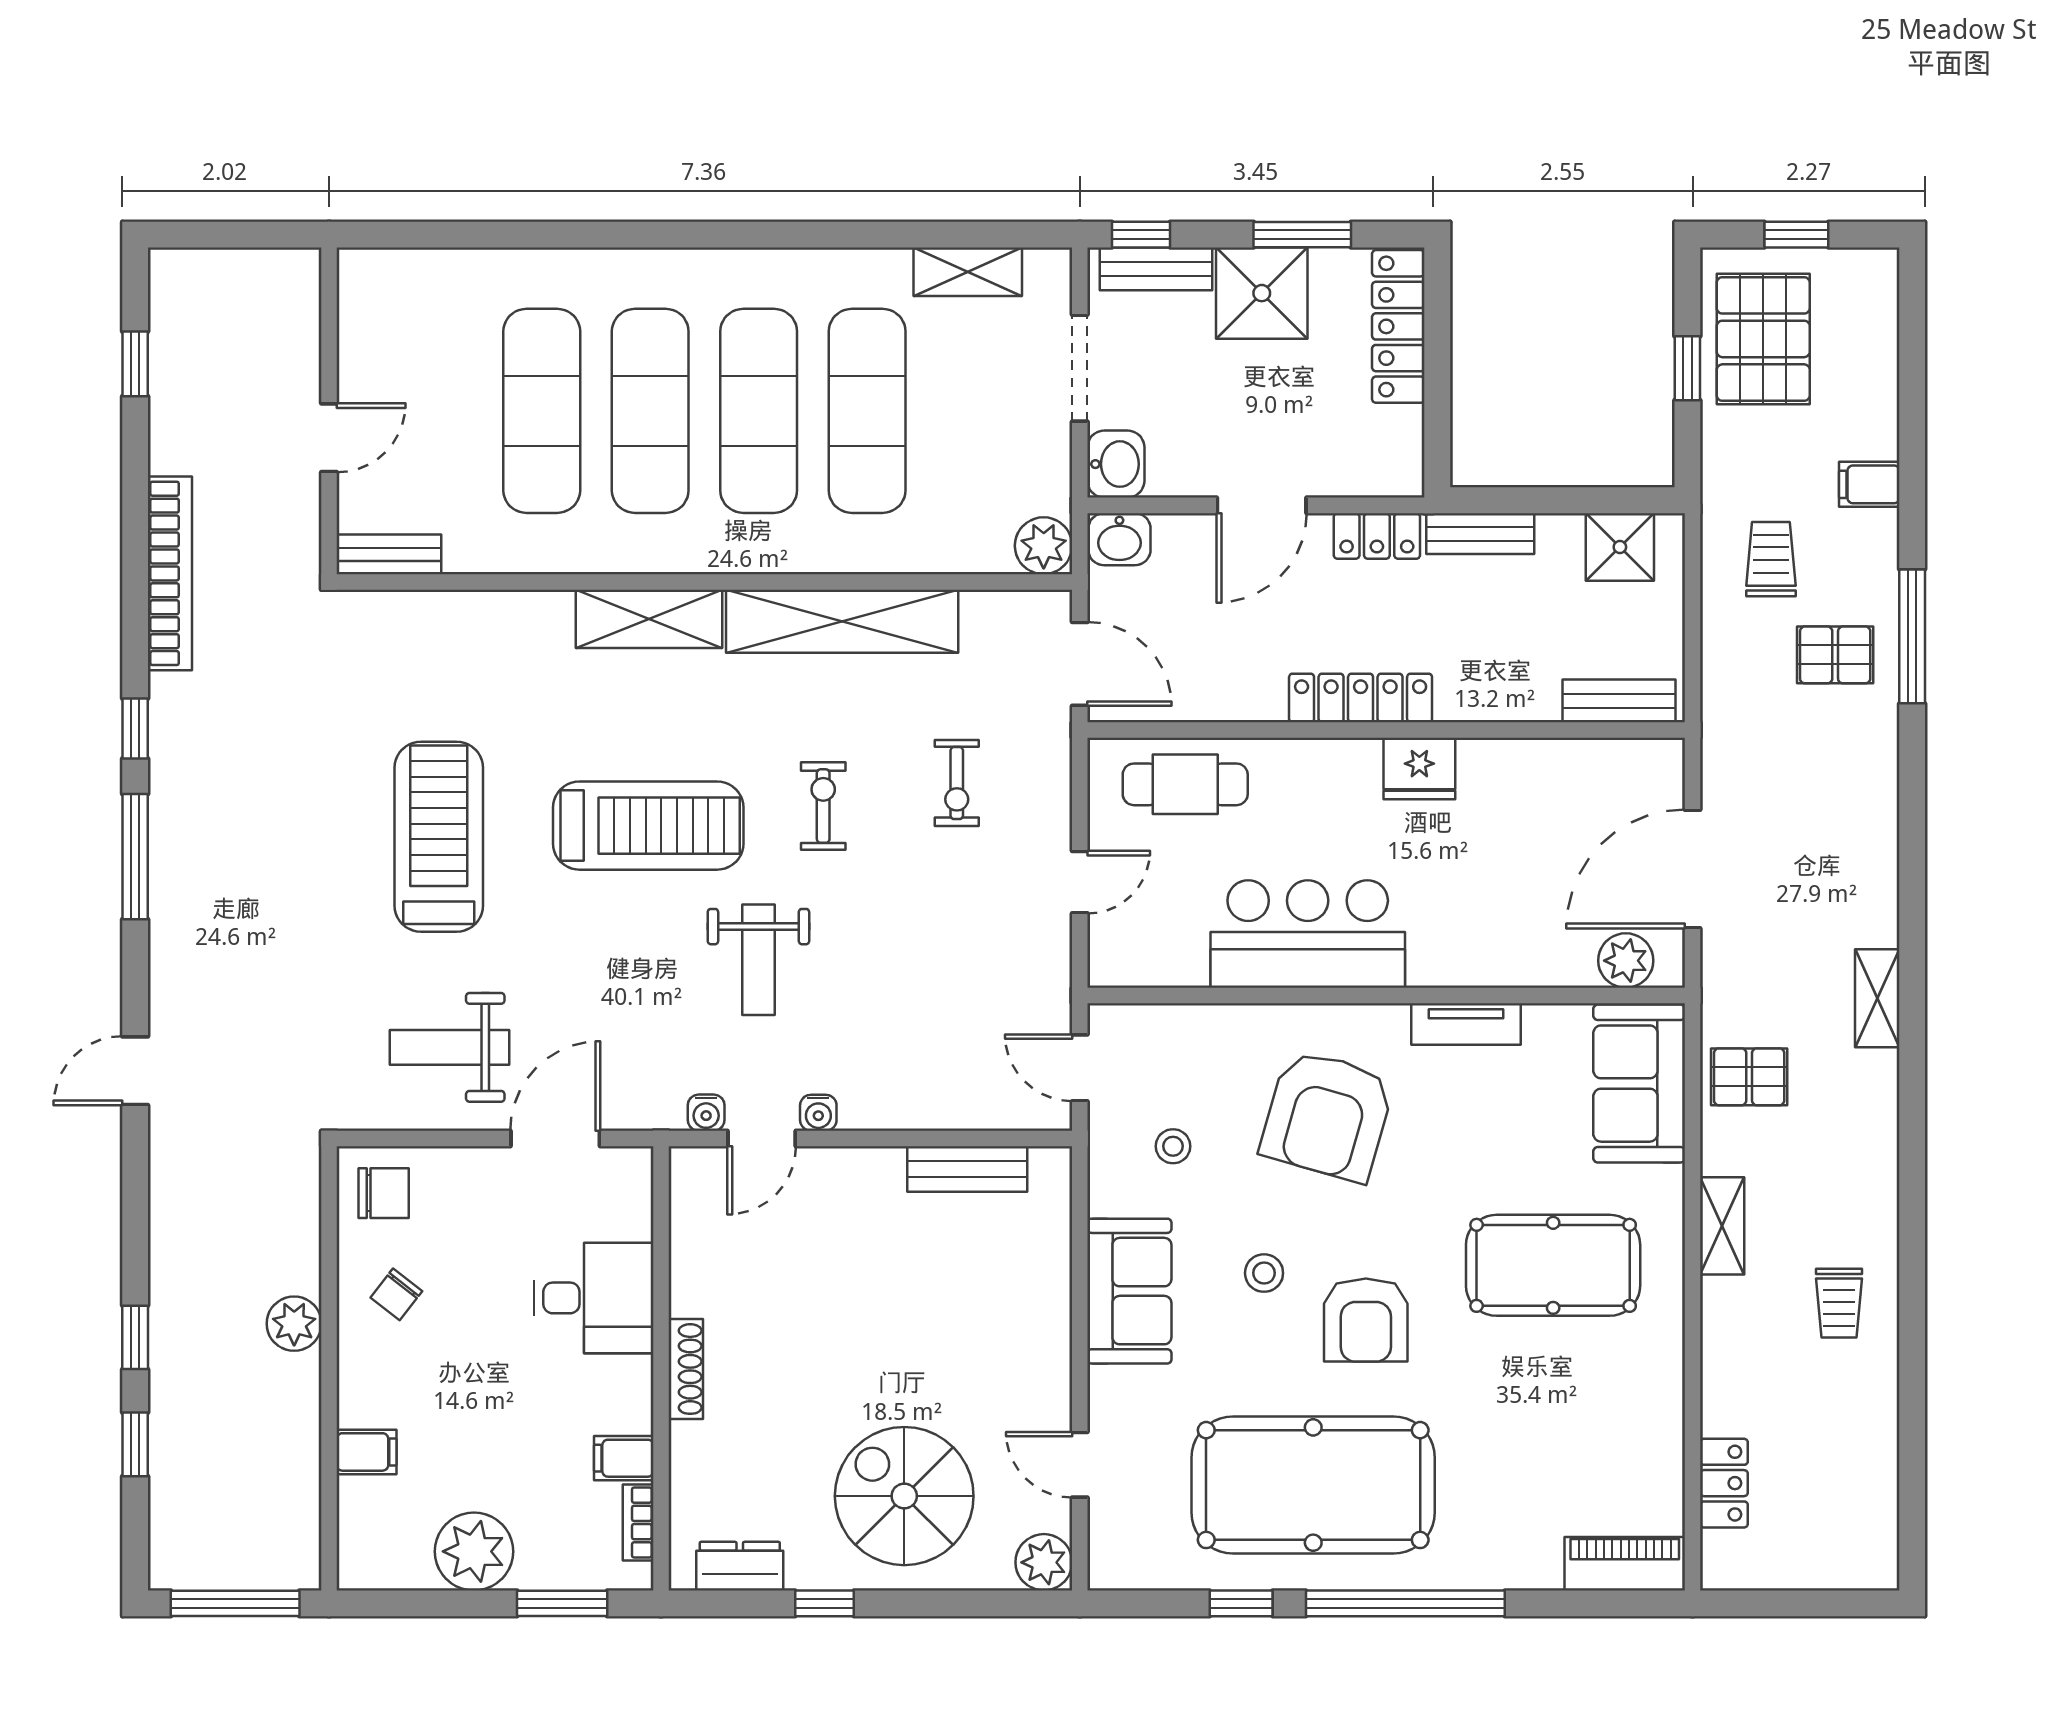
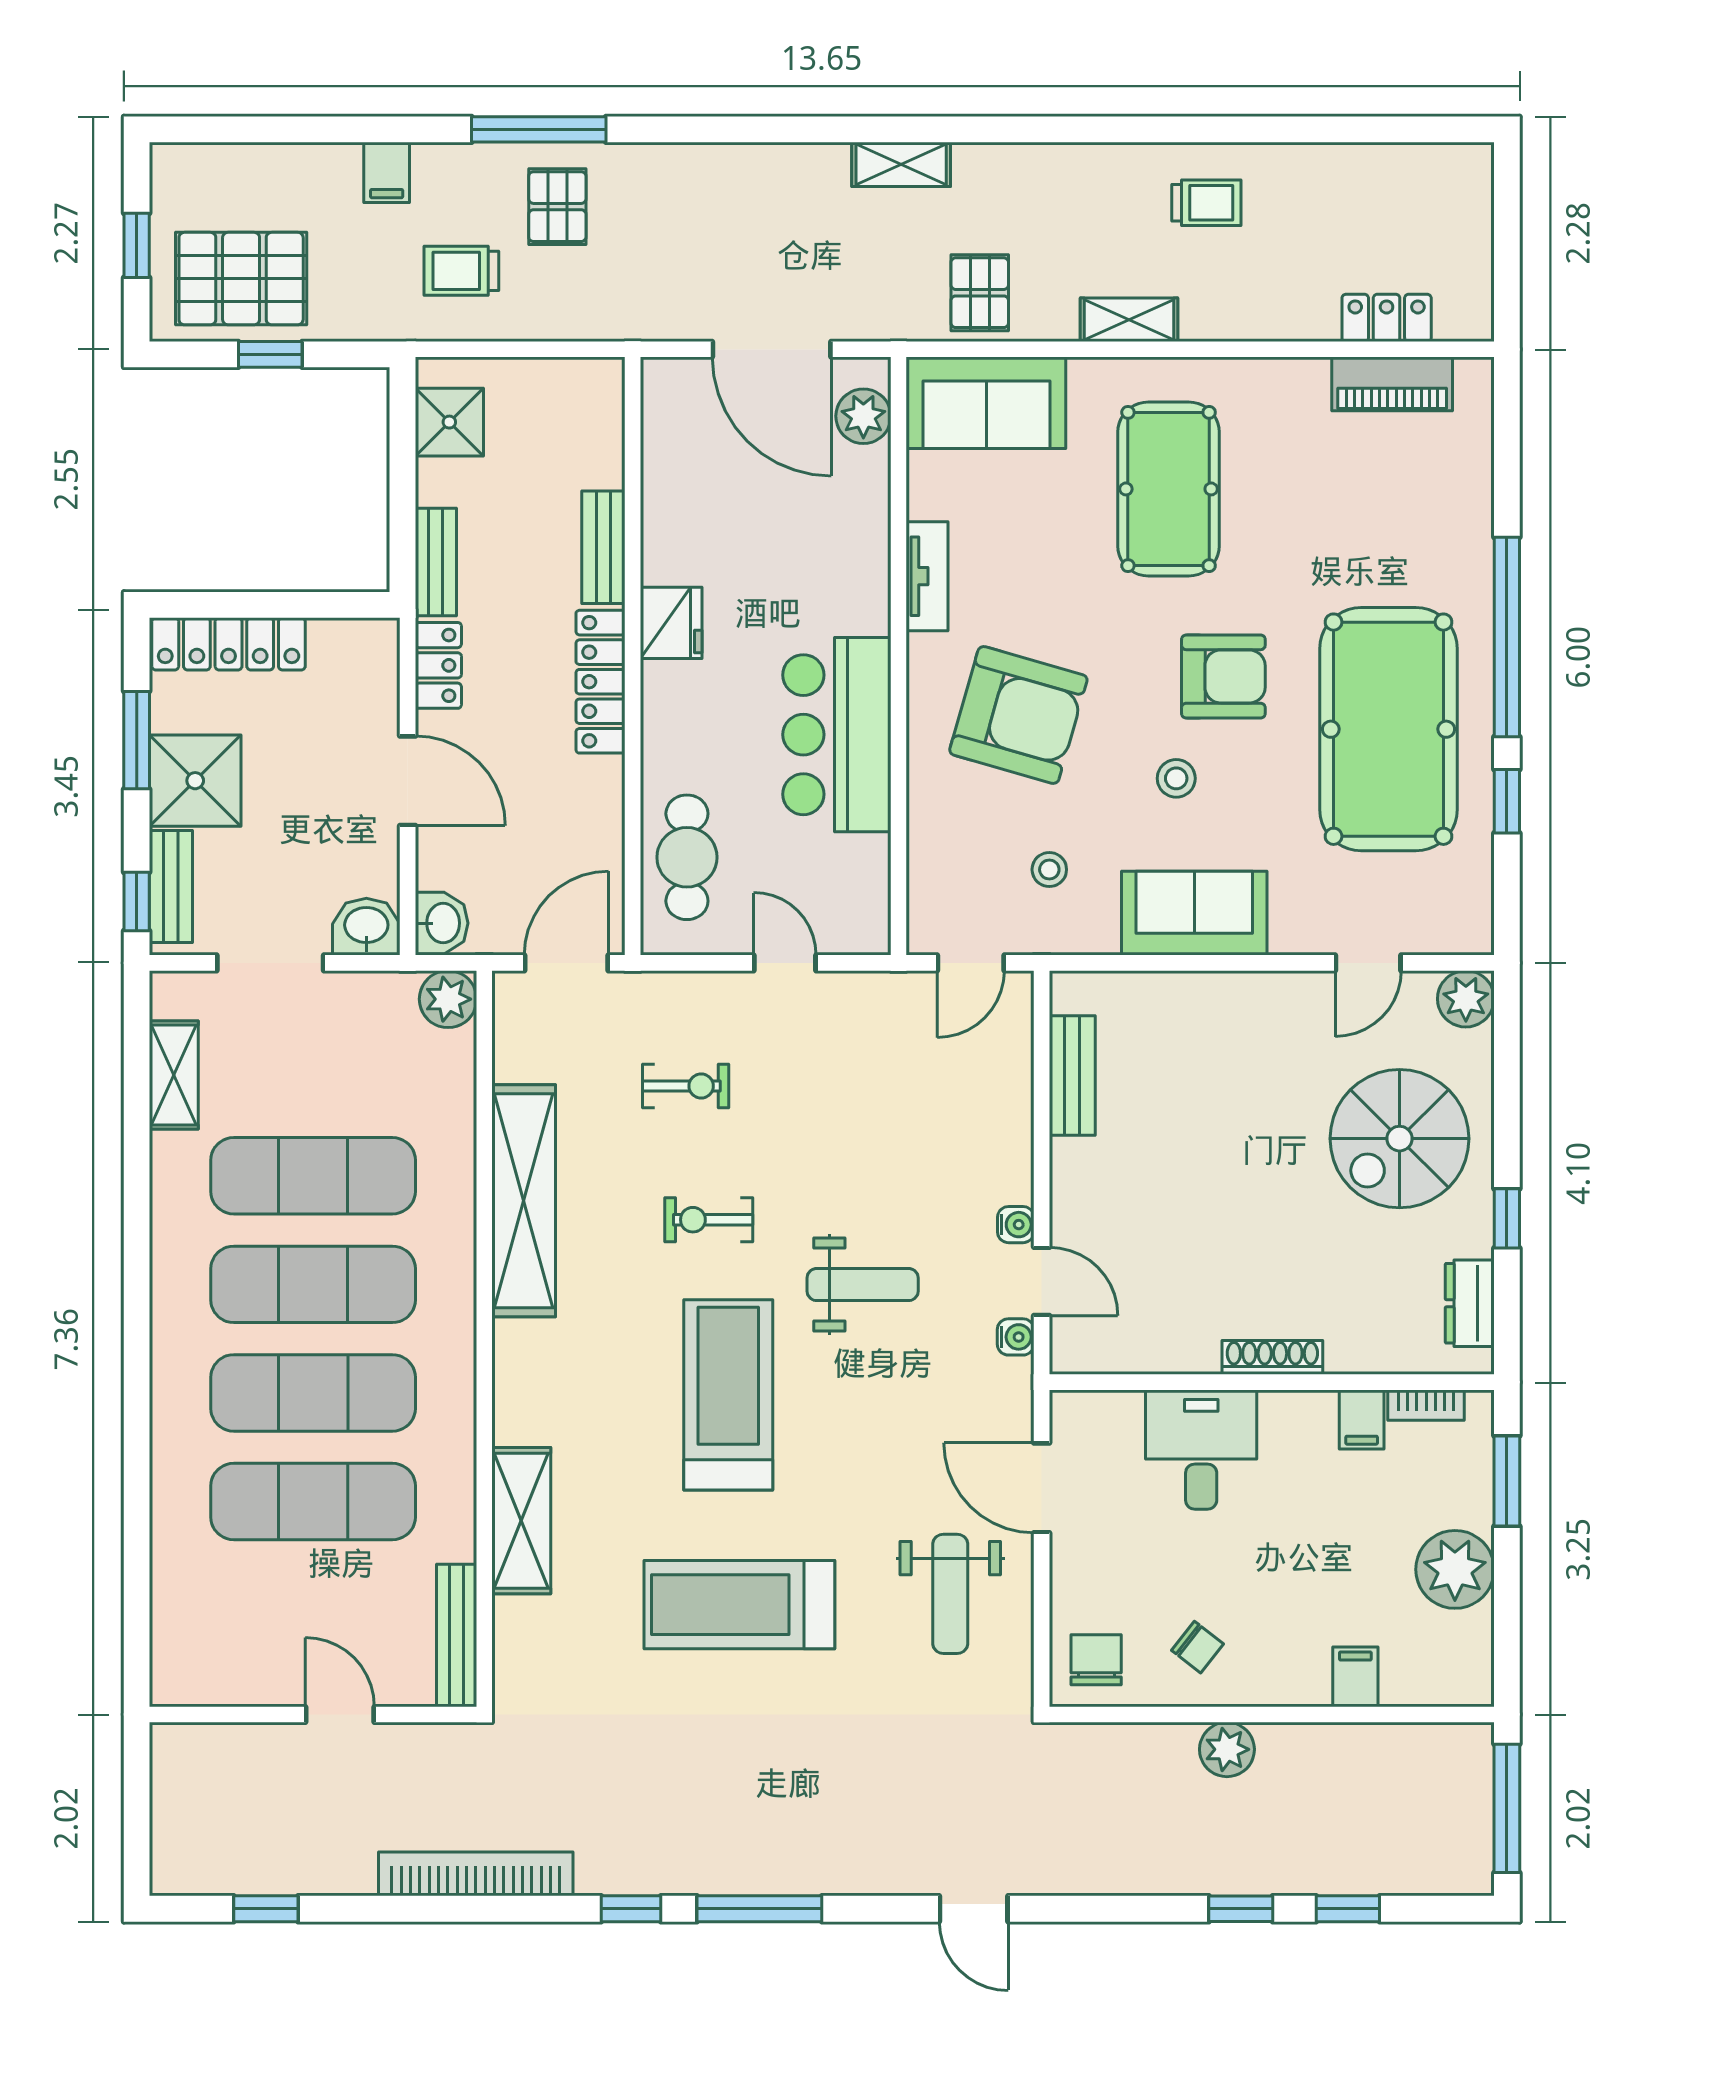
bench: (389, 554) -> (457, 1635), width x1.36
shelving: (649, 619) -> (521, 1521), moved
bench: (1619, 701) -> (603, 547), moved
piano: (1625, 1564) -> (1392, 384), moved, turned -90

